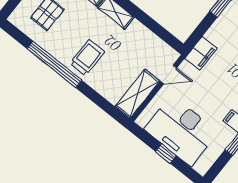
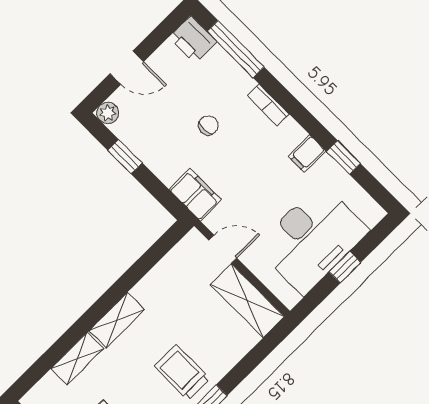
door: (168, 75) -> (223, 249), hinge flipped

